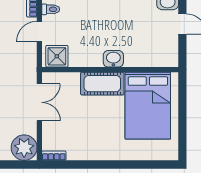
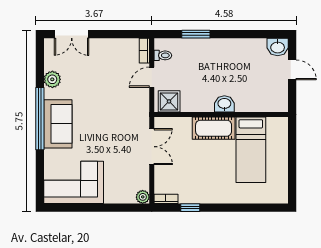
bed: (148, 106) -> (251, 150), width x0.67
plant: (24, 148) -> (143, 197), width x0.53, depth x0.53
window: (79, 165) -> (190, 208), added

